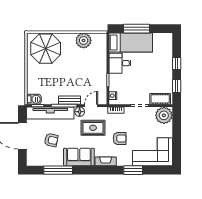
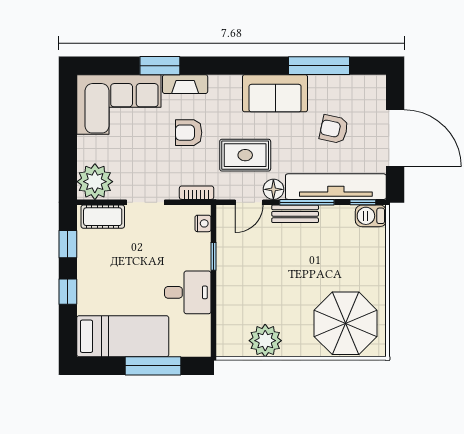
bed: (131, 42) -> (123, 336), moved, turned 180
fireplace: (106, 161) -> (185, 84), moved

